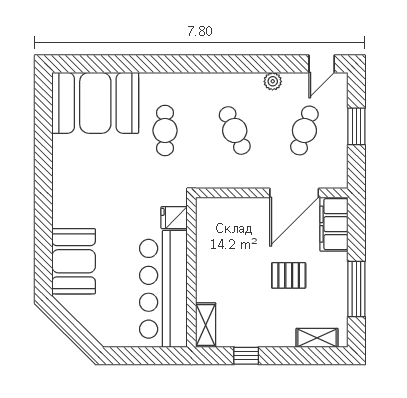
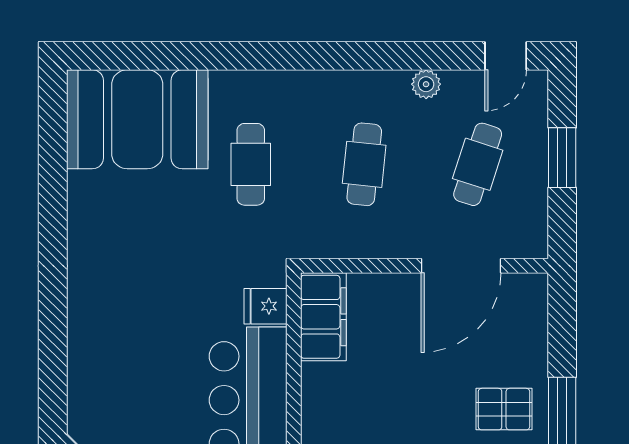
cafe table: (235, 130) -> (364, 164), turned 30
filing cabinet: (334, 224) -> (323, 317), moved, turned 180
booth: (74, 261) -> (102, 377), removed
pallet: (289, 275) -> (504, 409), moved

